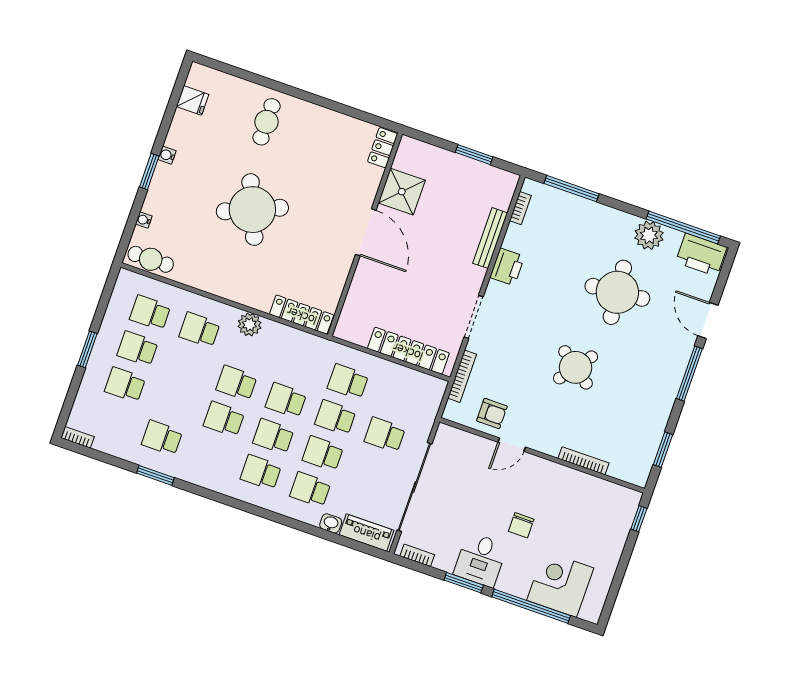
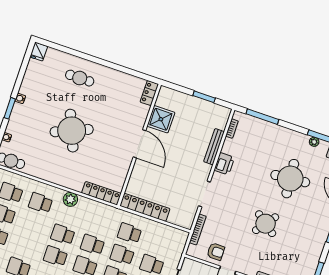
fridge: (193, 100) -> (39, 52), moved, turned 90
cafe table: (266, 122) -> (80, 78), turned 90
plant: (649, 235) -> (314, 142), width x0.53, depth x0.53
locker: (408, 351) -> (145, 207), moved

